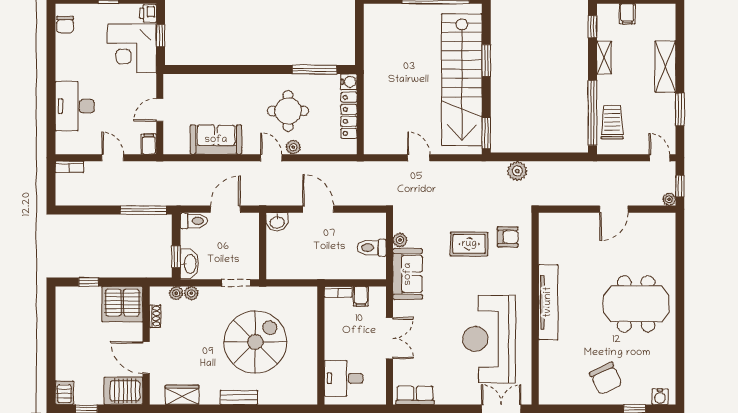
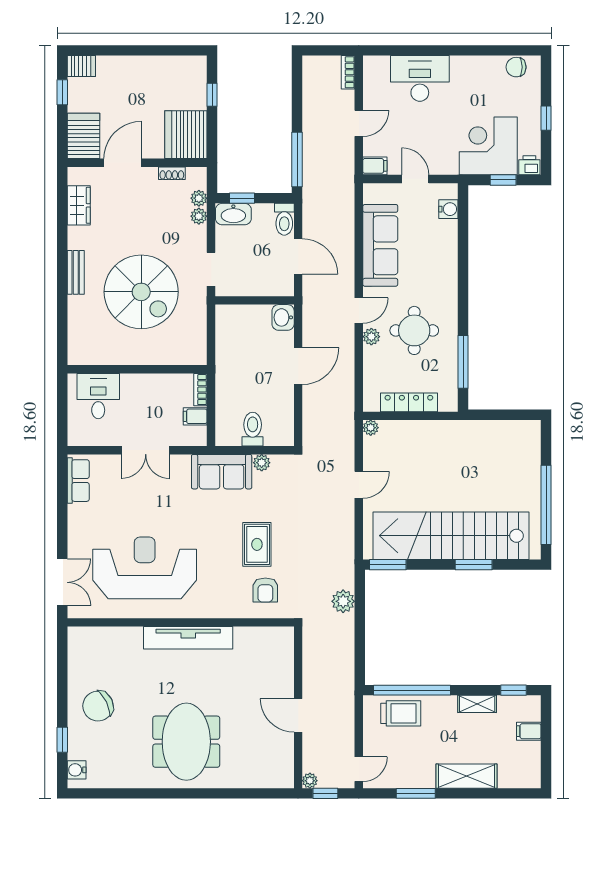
water cooler: (349, 82) -> (448, 209), moved, turned -90
sofa: (216, 140) -> (380, 245), width x1.36
plant: (370, 148) -> (371, 428), added

